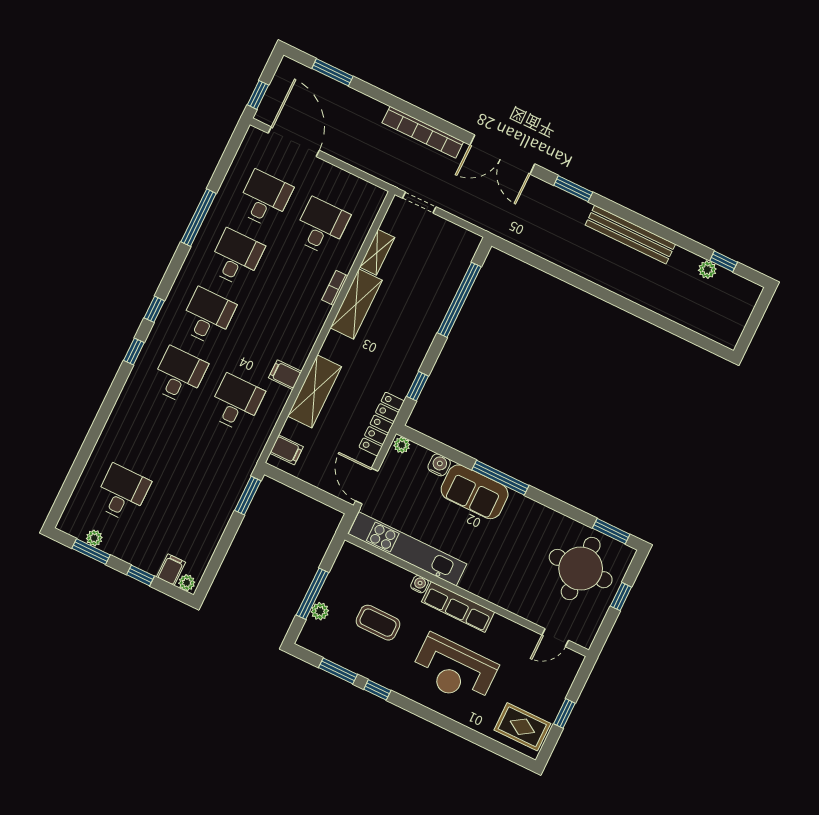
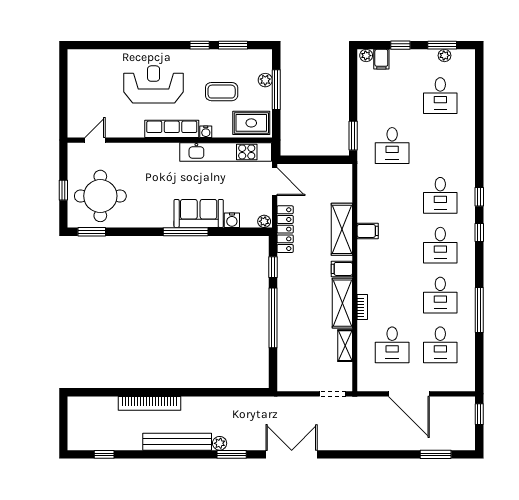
bookcase: (423, 132) -> (149, 403), moved, turned 180
door: (294, 142) -> (409, 394), moved
plant: (707, 270) -> (220, 443), moved
window: (459, 300) -> (273, 318), moved
desk: (236, 403) -> (392, 145), moved
filing cabinet: (286, 450) -> (342, 269), moved
window: (564, 713) -> (63, 91), removed
rug: (522, 727) -> (251, 123), moved

